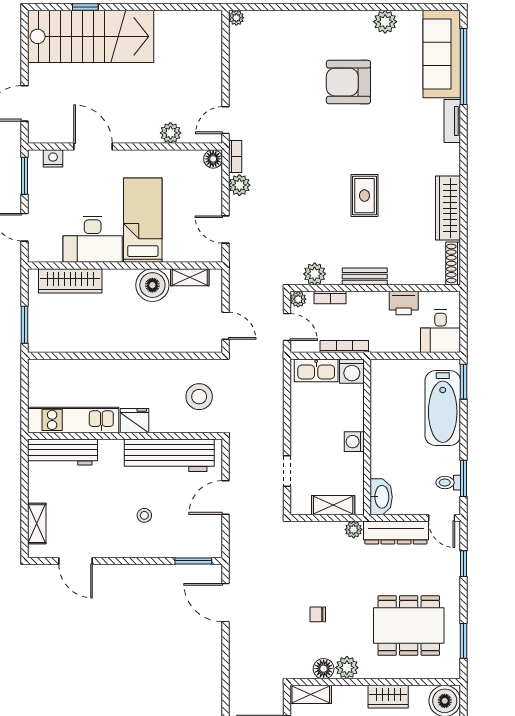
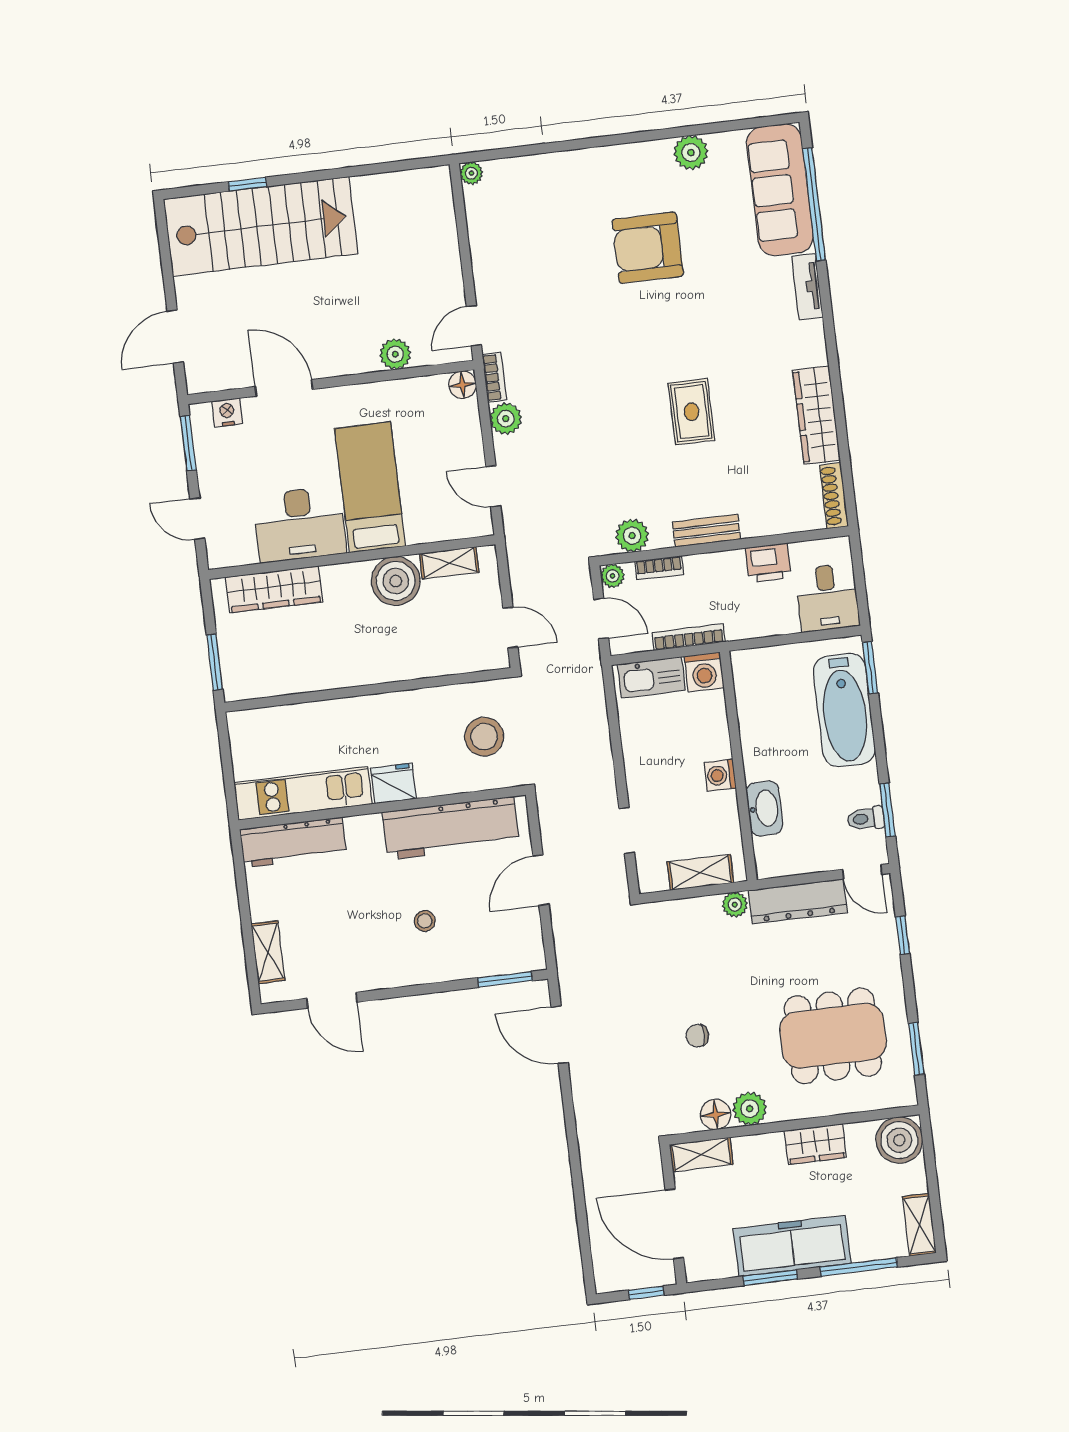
washbasin: (381, 497) -> (764, 808), moved

